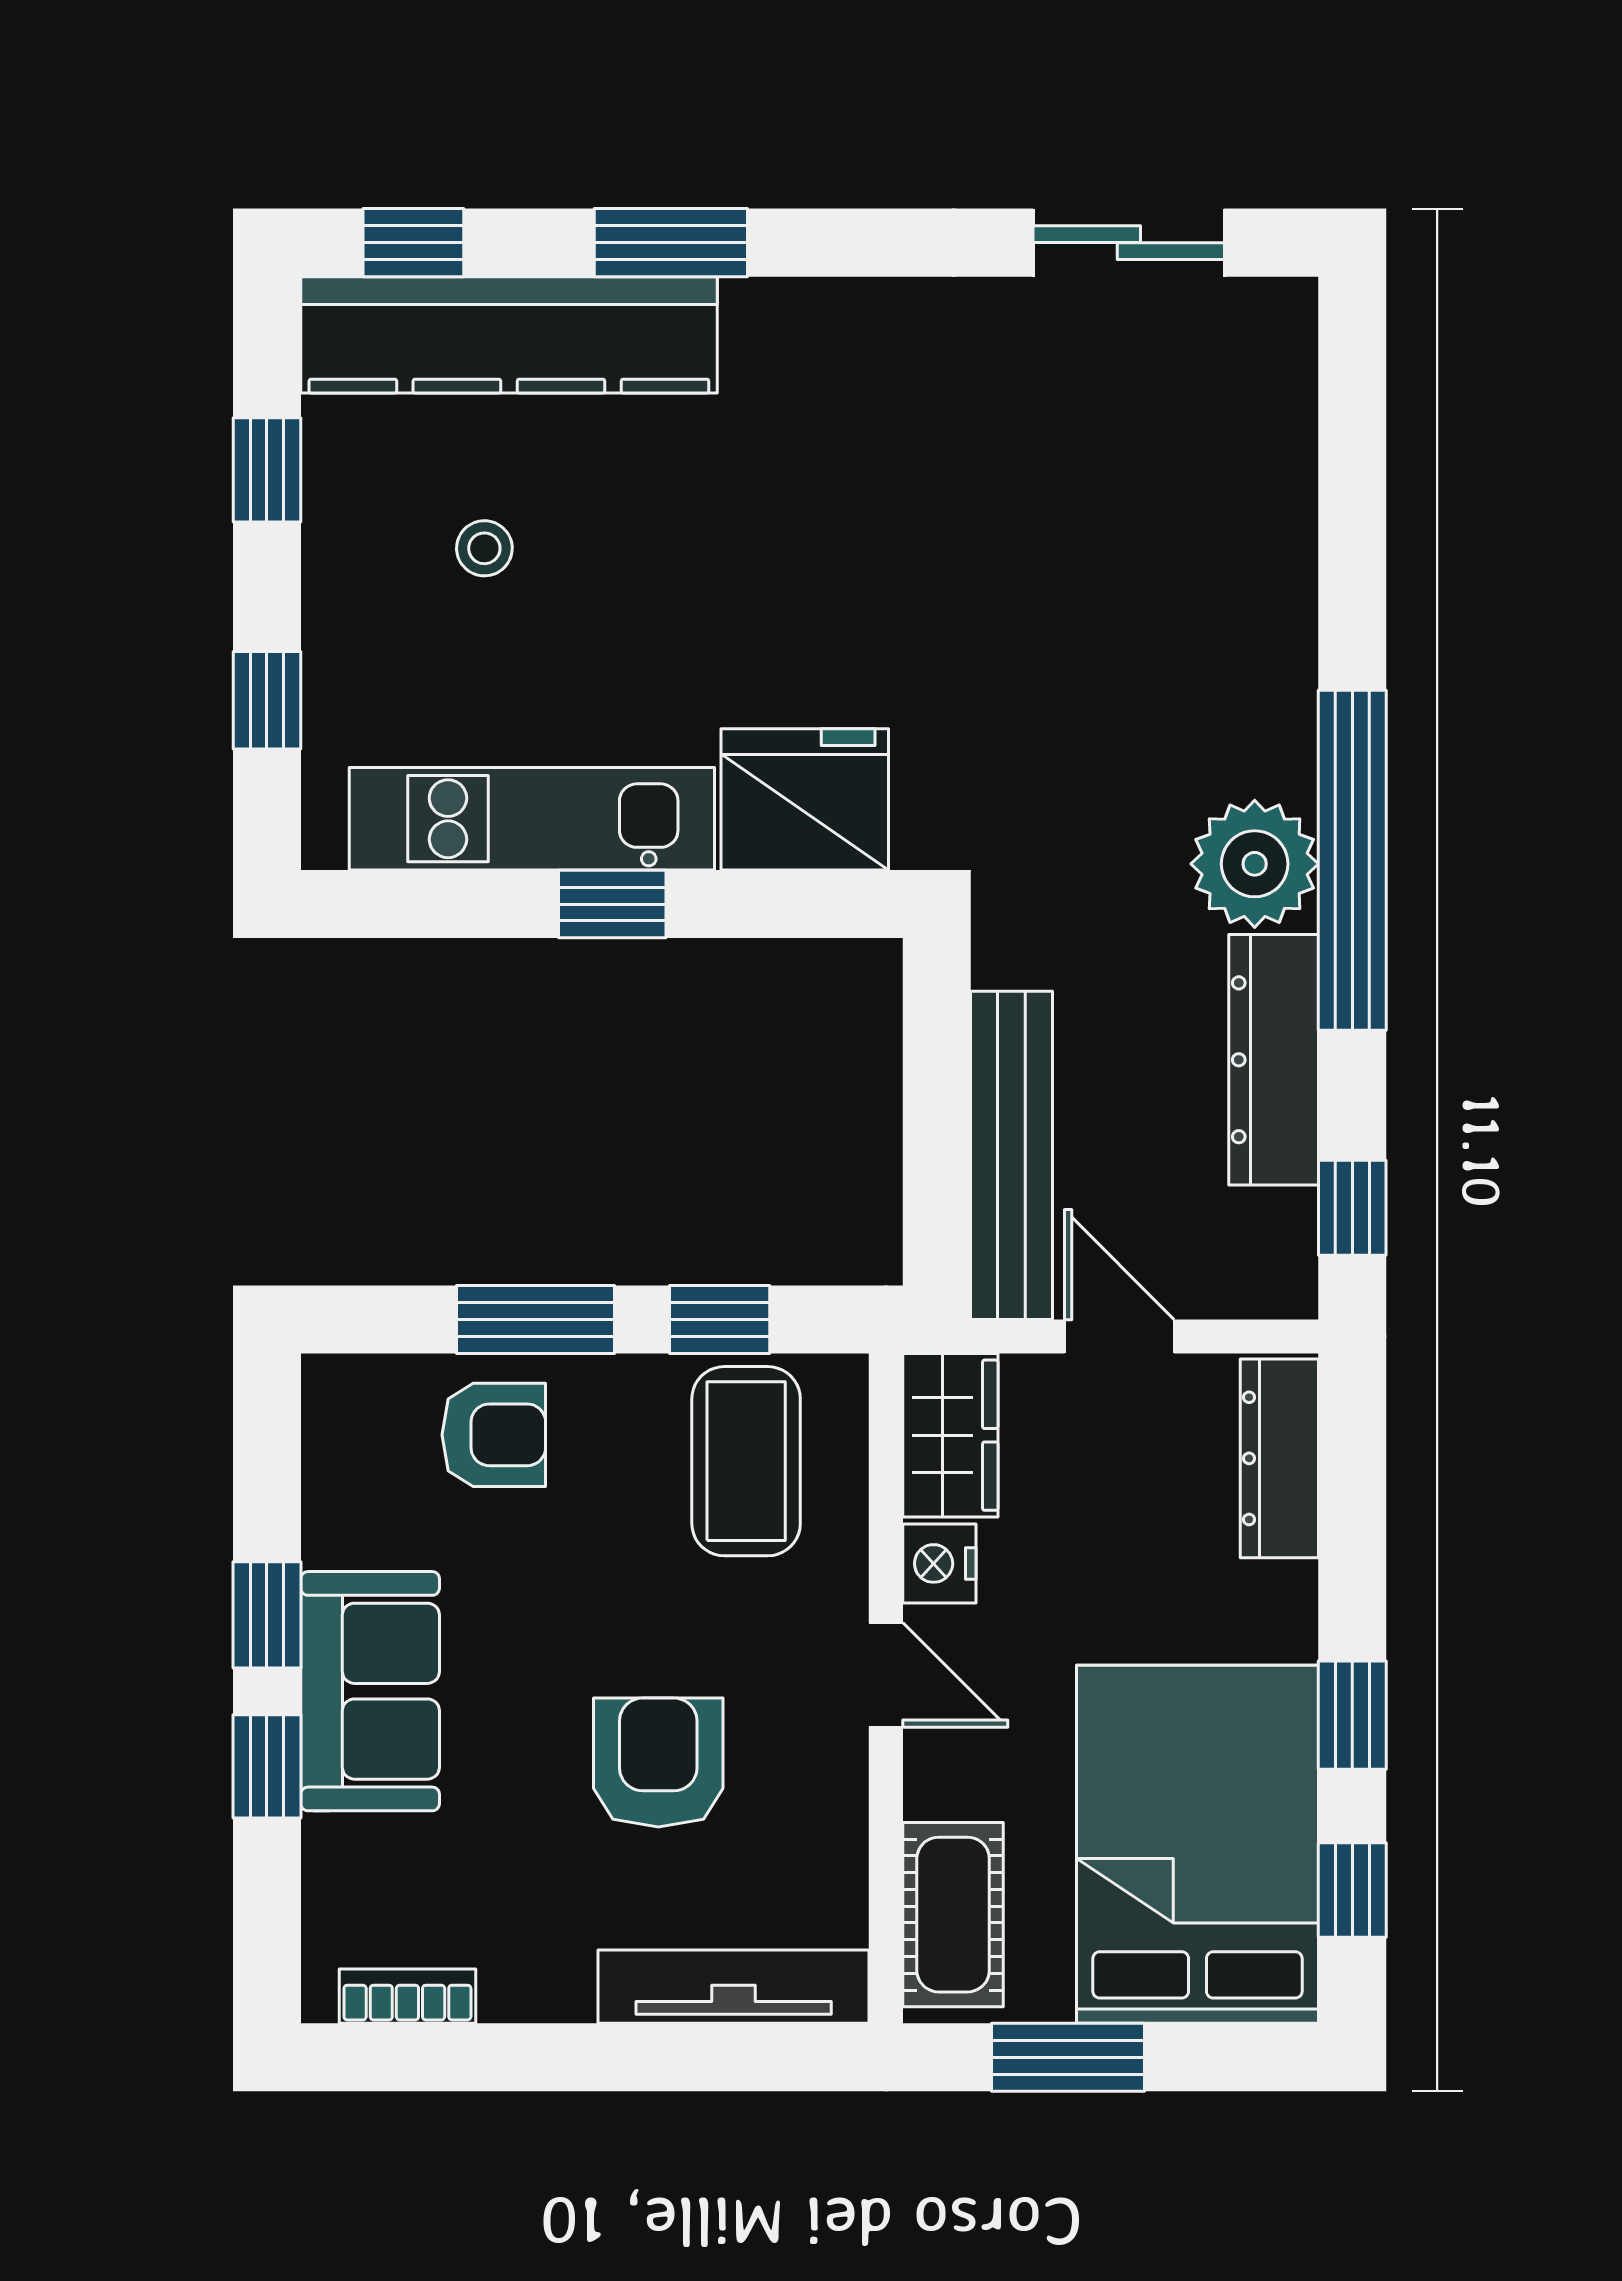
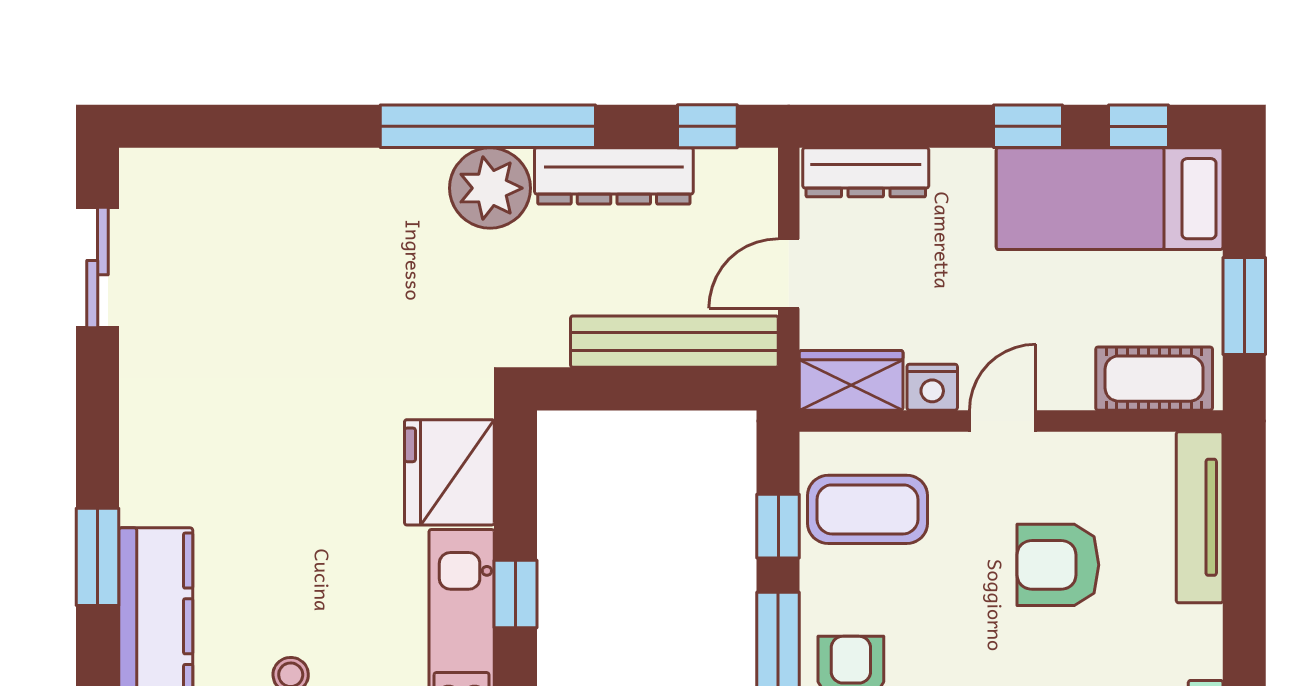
bed: (1198, 1844) -> (1110, 199), width x0.67

